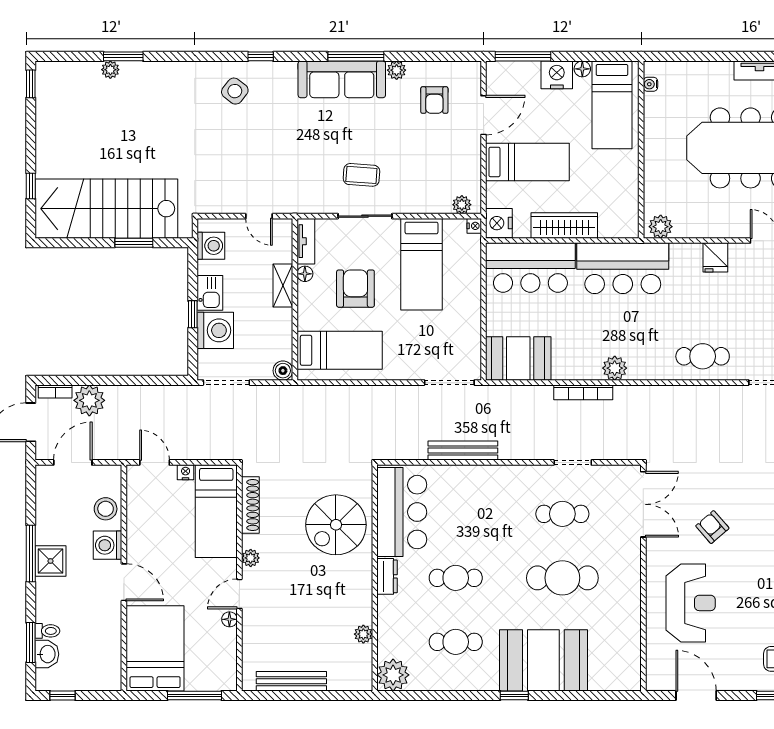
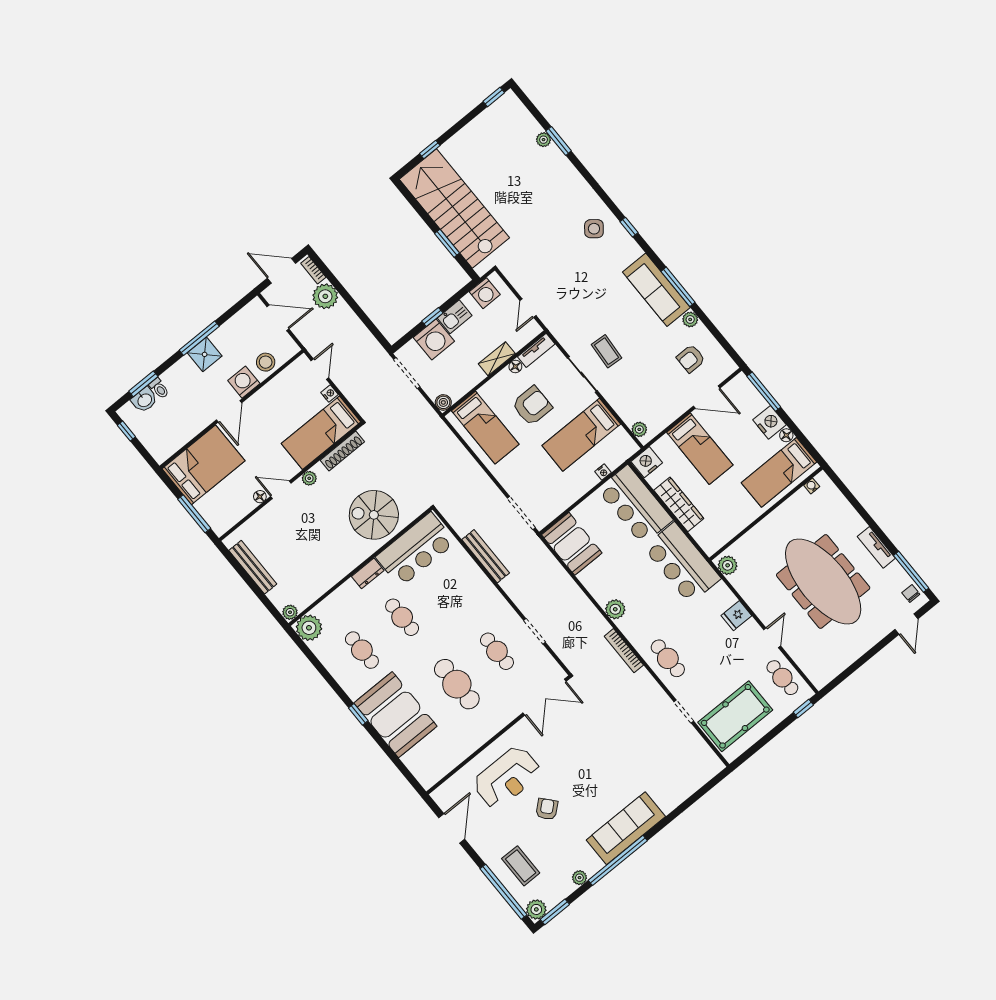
nightstand: (474, 226) -> (603, 472), moved
bookcase: (583, 392) -> (624, 651), moved
armchair: (712, 527) -> (547, 809), moved
plant: (363, 634) -> (290, 612), moved

